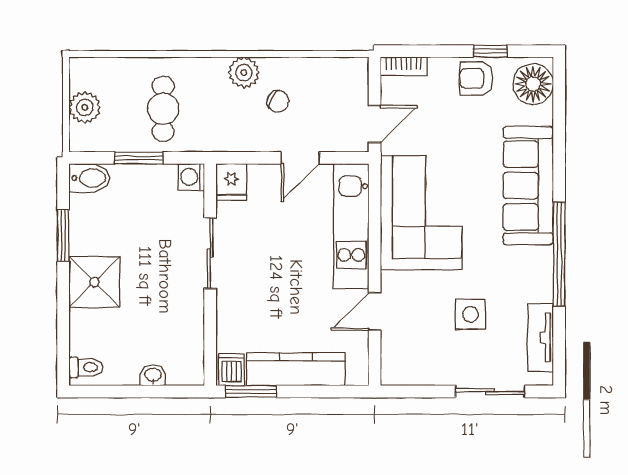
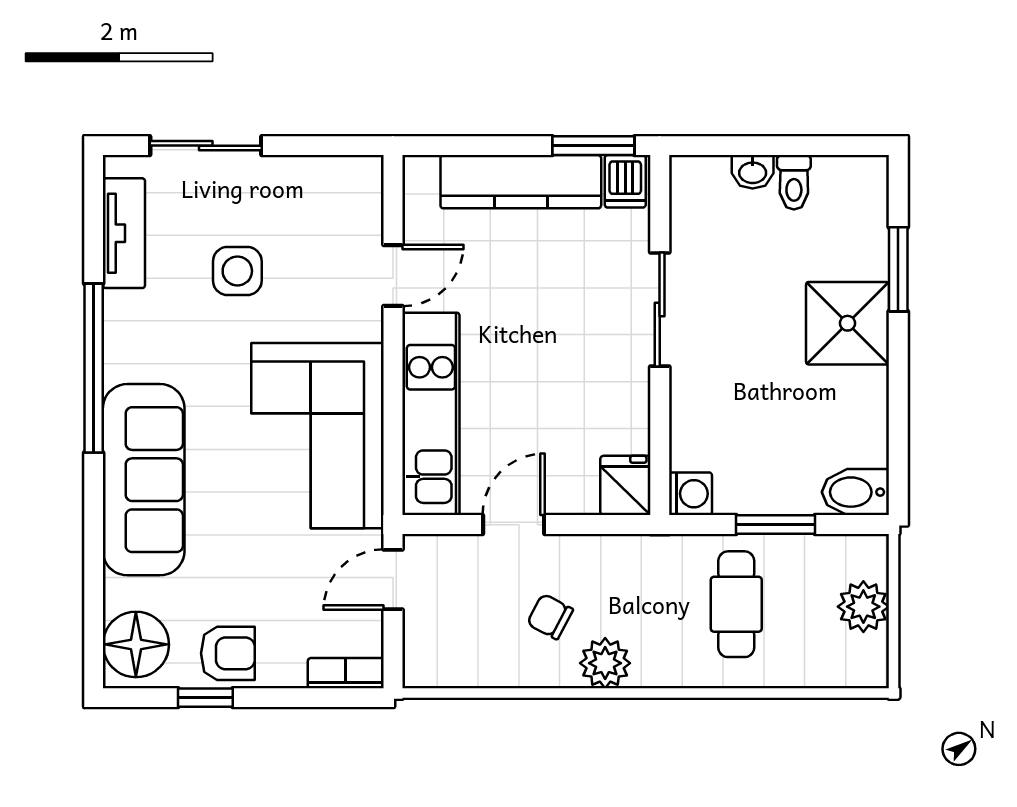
window: (63, 235) -> (898, 269), moved
sliding door: (210, 253) -> (660, 309), moved
toilet: (86, 367) -> (794, 182), moved, turned -90

